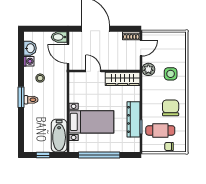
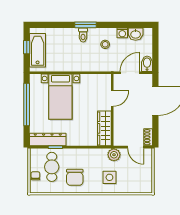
chair: (171, 108) -> (75, 177), turned 90
dresser: (133, 119) -> (48, 139), moved
bathtub: (59, 136) -> (38, 50), moved, turned 90

